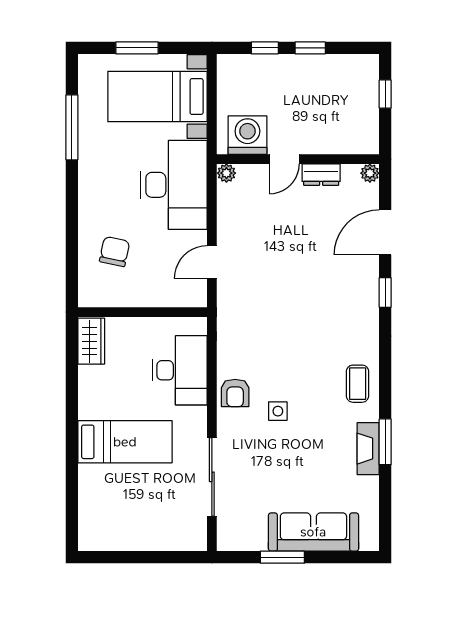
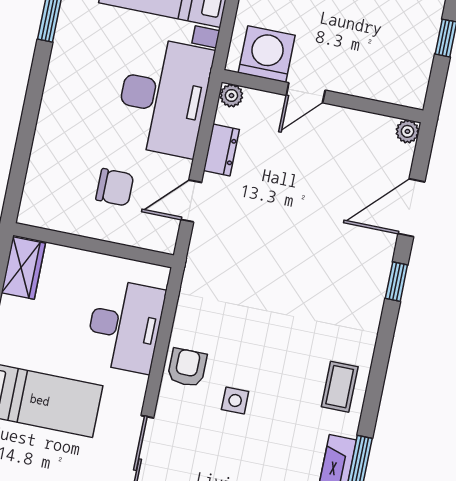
dresser: (321, 175) -> (221, 150), moved, turned -90
chair: (115, 252) -> (115, 187), moved, turned 78
armchair: (235, 393) -> (187, 368), turned 180

